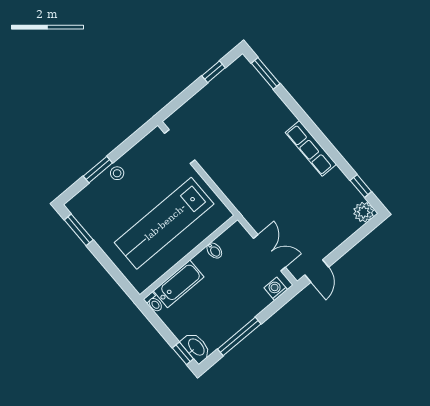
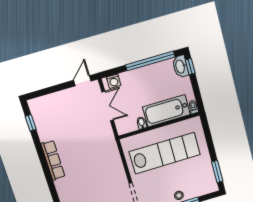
plant: (364, 212) -> (36, 105), removed
double door: (269, 253) -> (108, 106), swing flipped
bathtub: (179, 284) -> (166, 111), width x1.36, depth x1.36
window: (239, 336) -> (150, 61), width x1.46

